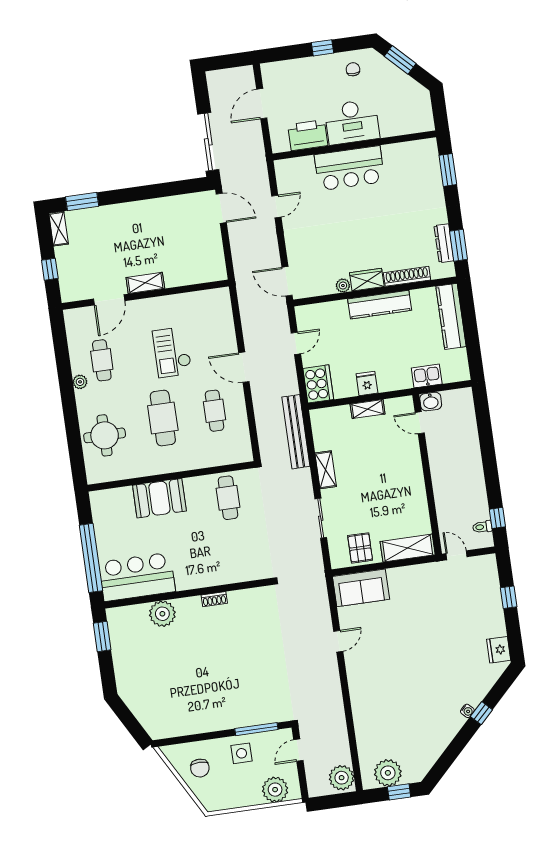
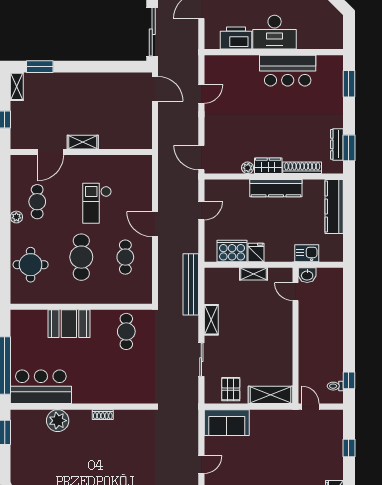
bar counter: (350, 168) -> (288, 71), moved
cooker: (318, 384) -> (232, 251), moved, turned -90

